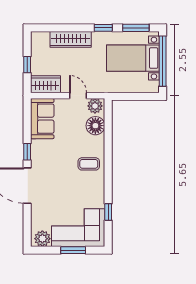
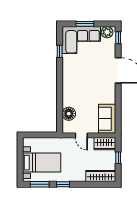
wardrobe: (71, 39) -> (101, 176), moved
window: (163, 61) -> (20, 160), removed
plant: (95, 106) -> (69, 128), removed
window: (27, 152) -> (118, 38), moved
coffee table: (89, 164) -> (74, 86), removed

